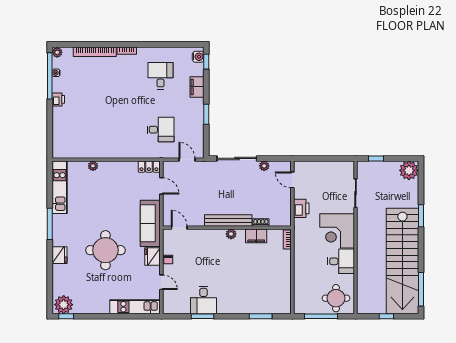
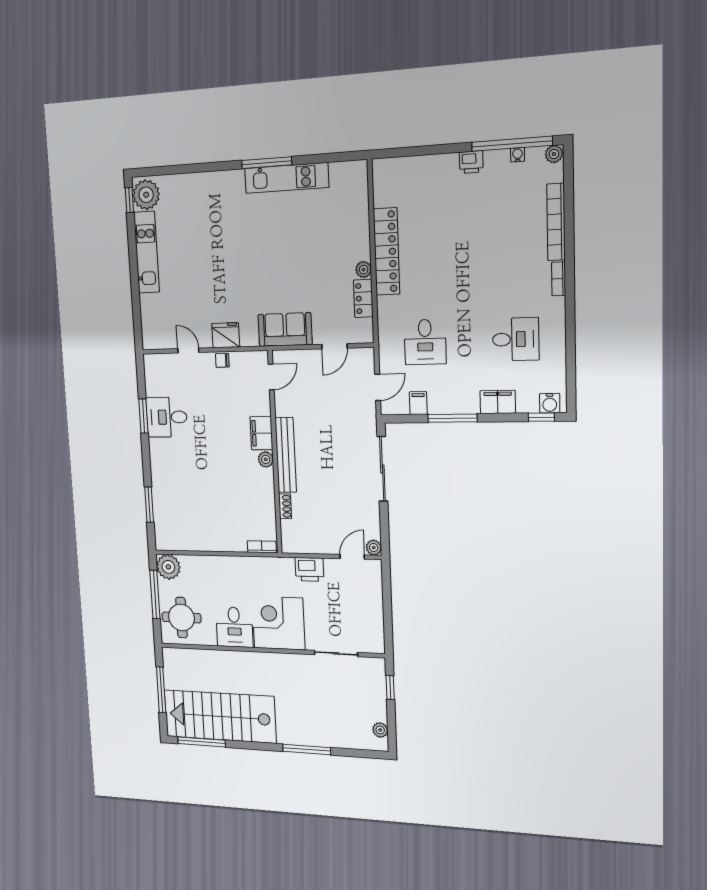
window: (206, 114) -> (453, 418), width x1.44
filing cabinet: (197, 135) -> (418, 403), added
locker: (106, 151) -> (387, 252), added
plant: (93, 166) -> (364, 270), moved
plant: (264, 166) -> (374, 548), moved
locker: (149, 167) -> (363, 298), moved
plant: (409, 170) -> (380, 730), width x0.53, depth x0.53
kitchen unit: (60, 187) -> (287, 178), moved
window: (421, 216) -> (307, 749), width x1.44
sofa: (150, 223) -> (285, 330), width x0.73
filing cabinet: (256, 236) -> (261, 433), moved
round table: (105, 250) -> (231, 258), removed
fridge: (59, 255) -> (219, 183), removed
stairs: (402, 261) -> (220, 716), width x0.73
door: (161, 282) -> (188, 351), swing flipped
plant: (302, 305) -> (168, 567), added
kitchen unit: (135, 307) -> (147, 252), moved
window: (386, 316) -> (161, 690), width x2.17

